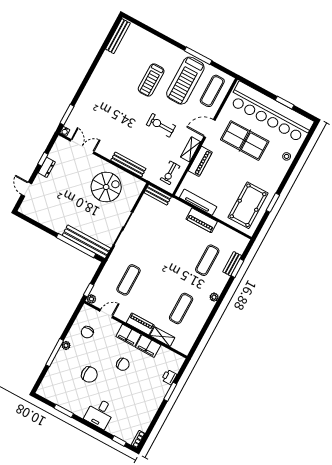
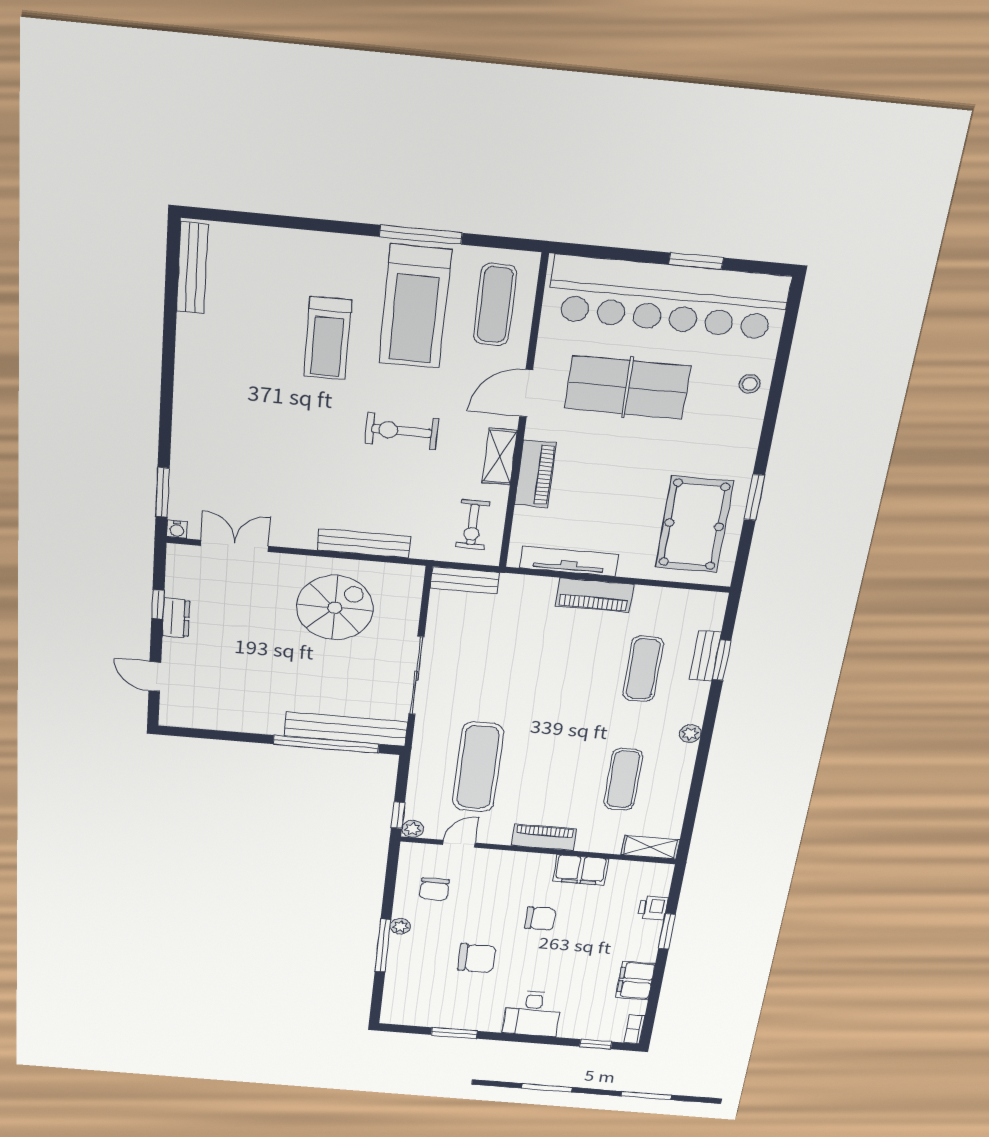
exercise mat: (129, 280) -> (478, 767), width x1.36, depth x1.45
filing cabinet: (128, 335) -> (635, 981), moved, turned 90
shelving: (162, 337) -> (651, 847), moved

